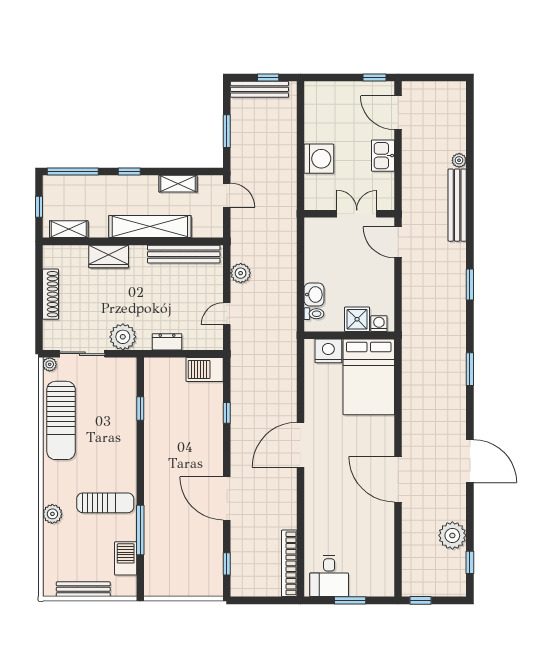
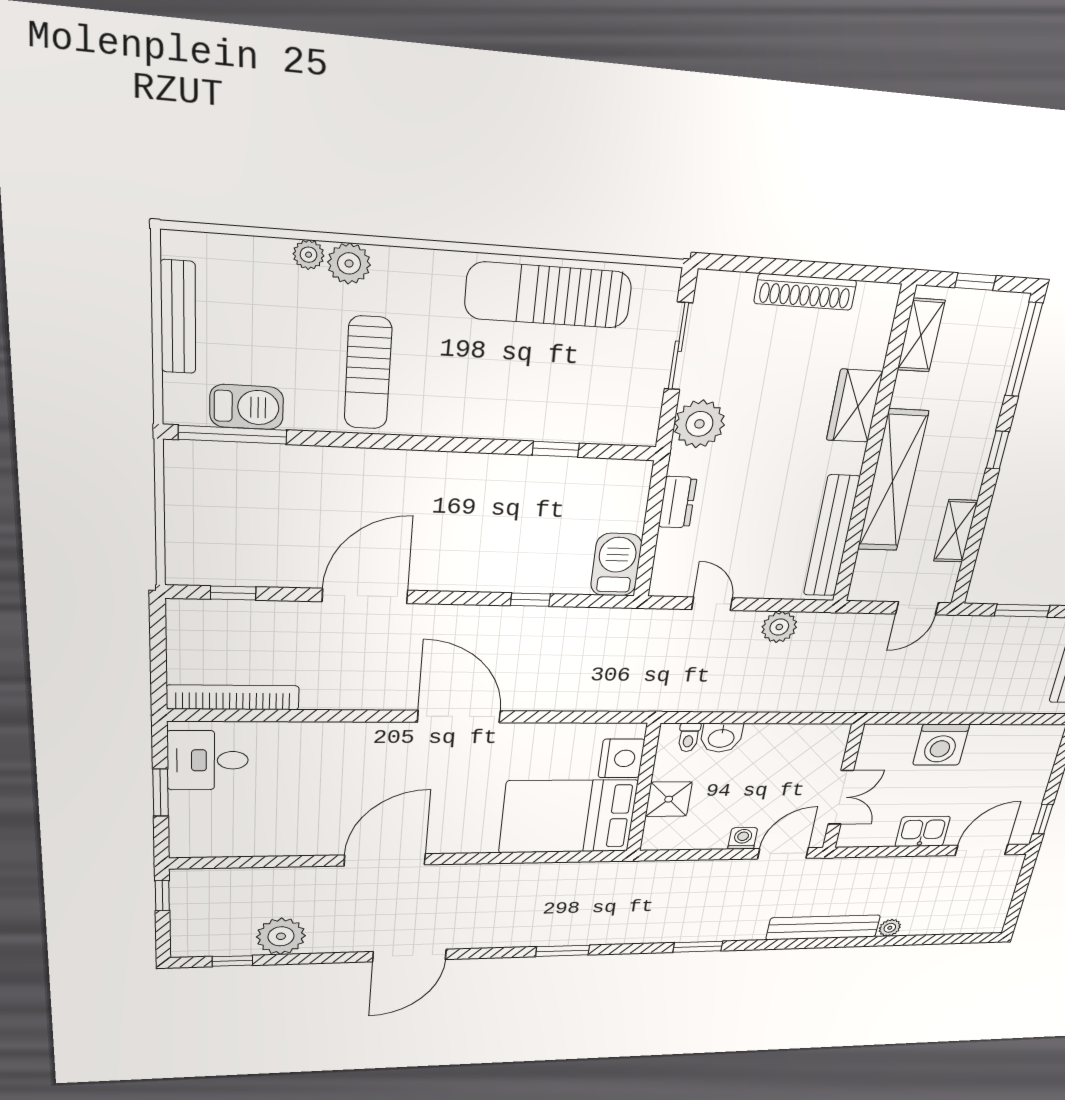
washing machine: (379, 324) -> (743, 838), moved, turned -90
plant: (50, 364) -> (309, 255), moved
window: (140, 530) -> (233, 435), moved

